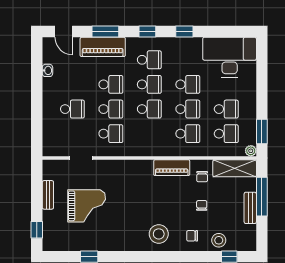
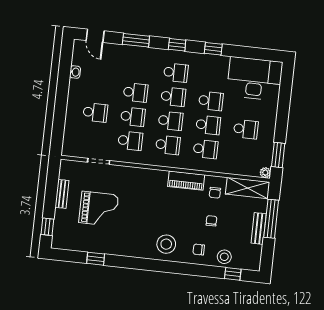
piano: (103, 47) -> (132, 55), removed
school desk: (226, 134) -> (168, 145), moved

